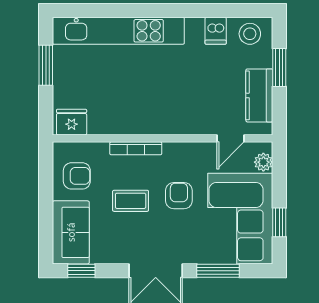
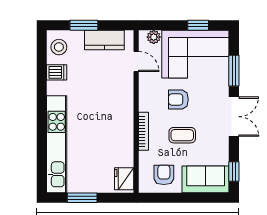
coffee table: (131, 201) -> (182, 135), turned 90

